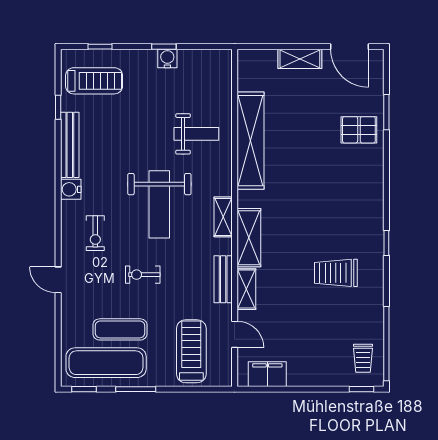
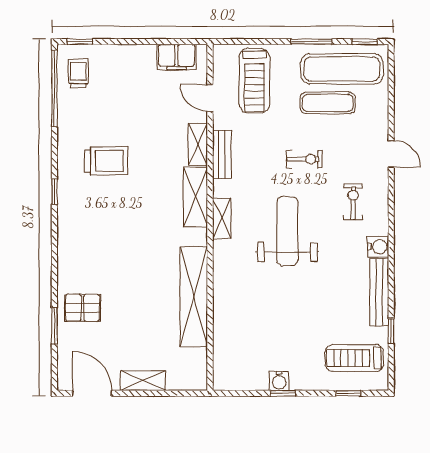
weight bench: (196, 134) -> (249, 304), removed

